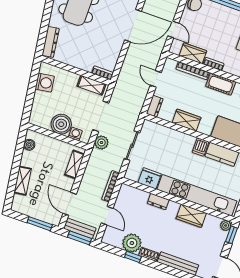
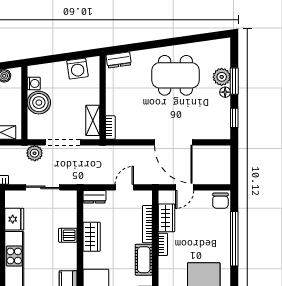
dresser: (51, 42) -> (119, 60), width x0.70
washing machine: (75, 134) -> (34, 83), moved
dishwasher: (201, 147) -> (68, 235), moved

